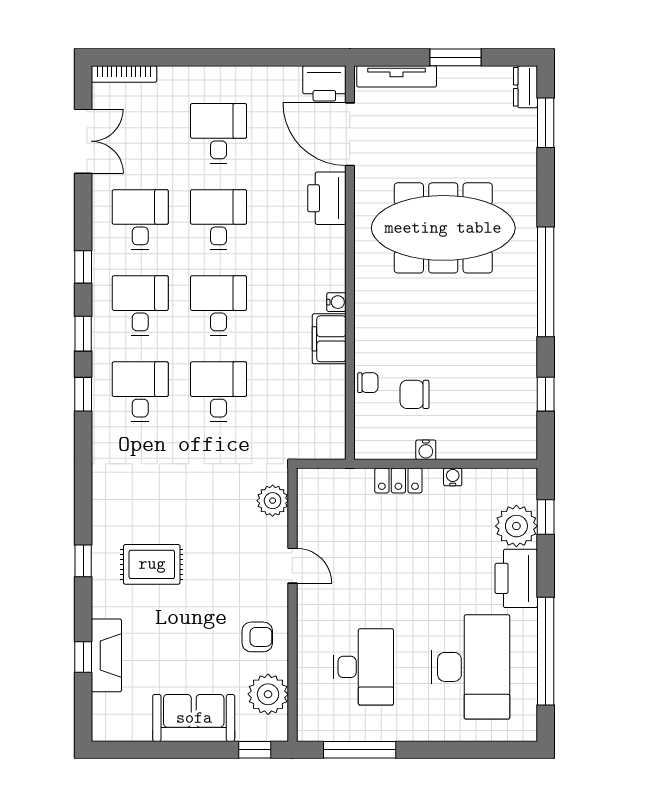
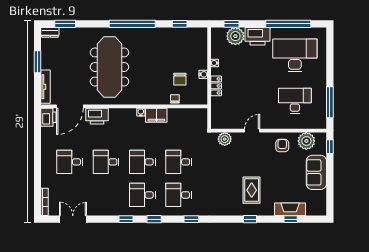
desk: (140, 220) -> (106, 195), removed
window: (83, 394) -> (191, 219), moved

